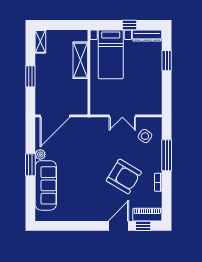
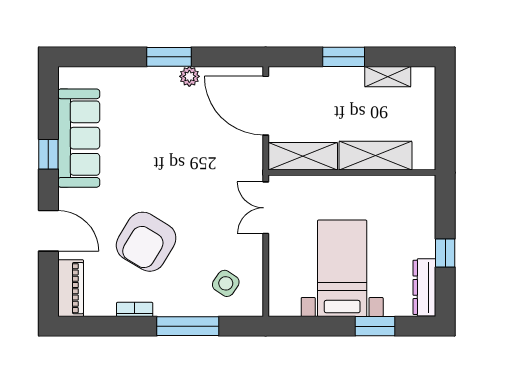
shelving: (40, 41) -> (388, 77), moved
bed with nightstands: (111, 54) -> (342, 268), moved, turned 90
shelving: (81, 97) -> (303, 156), added
double door: (122, 116) -> (266, 208), moved
sofa: (46, 185) -> (79, 138), moved, turned -90
window: (143, 226) -> (48, 154), moved

